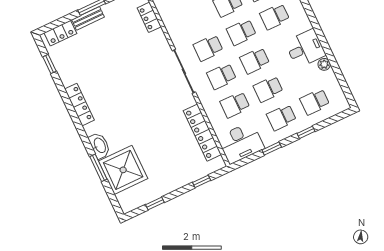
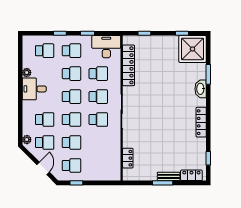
shower: (123, 170) -> (193, 49), moved

